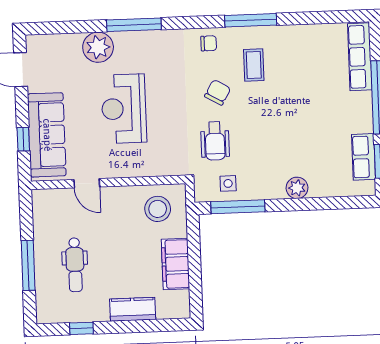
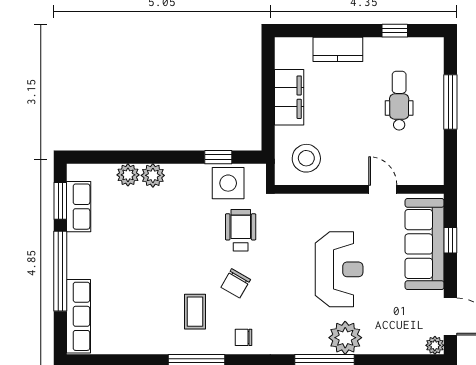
plant: (34, 43) -> (435, 345), added
plant: (98, 47) -> (345, 338), moved
side table: (228, 183) -> (228, 183), width x1.87, depth x1.87
plant: (320, 187) -> (128, 175), added
window: (238, 207) -> (218, 157), width x0.46

